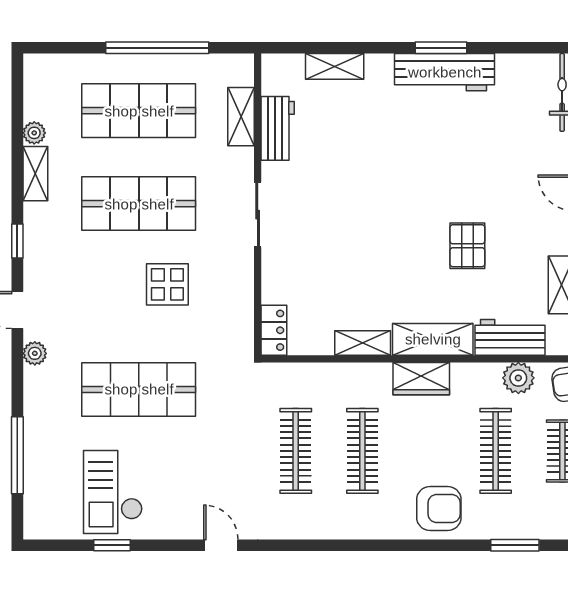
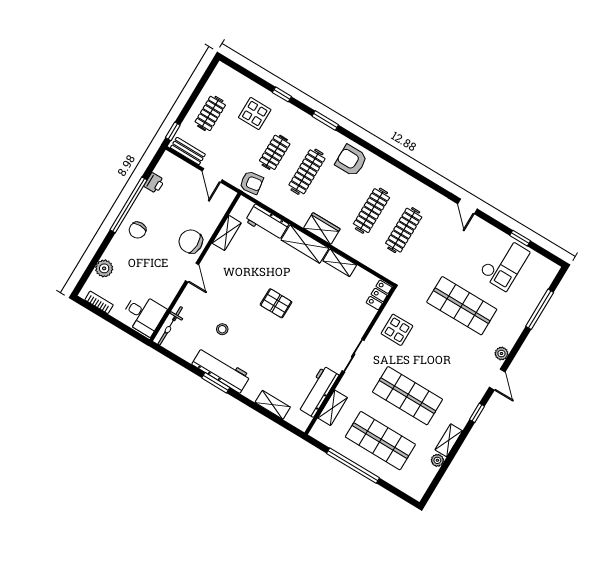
workbench: (278, 128) -> (318, 391), width x1.38
stool: (480, 135) -> (222, 329), added
pallet: (467, 246) -> (276, 303), moved, turned 90
display table: (167, 284) -> (397, 330), moved
plant: (518, 378) -> (275, 200), removed

